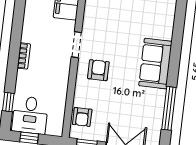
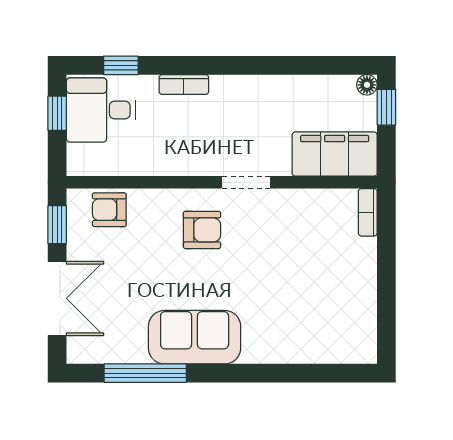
bookcase: (24, 56) -> (184, 85), moved
sofa: (155, 64) -> (195, 337), moved

